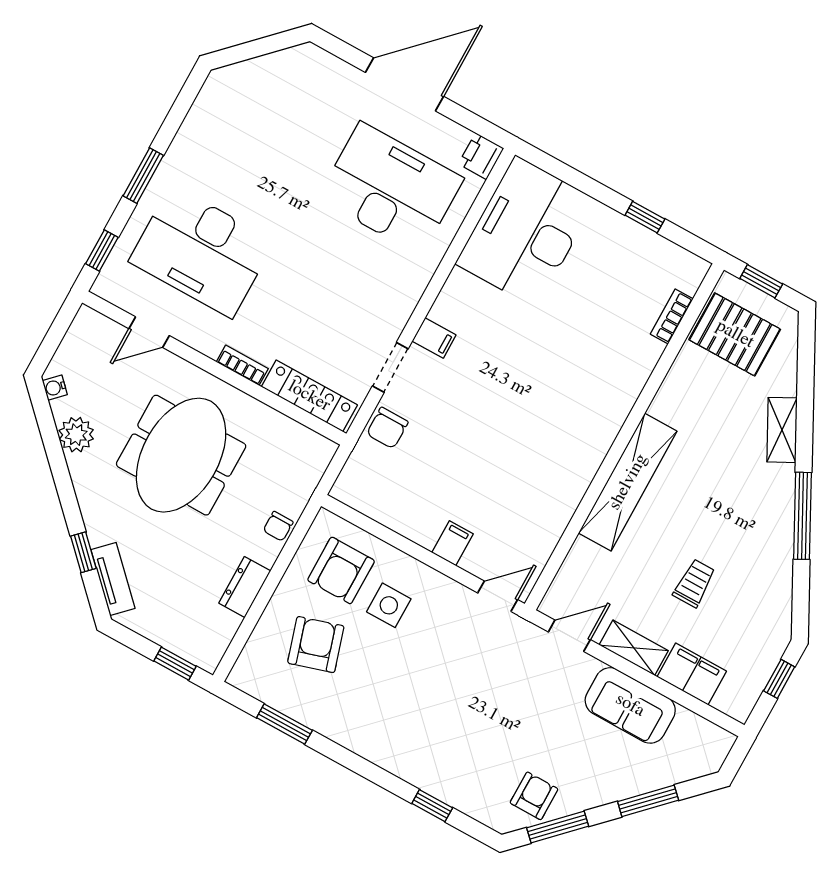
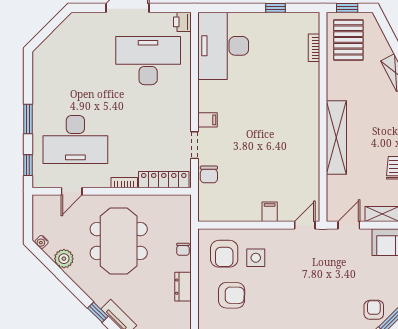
pallet: (735, 334) -> (348, 40), turned 90
armchair: (316, 645) -> (232, 295), turned 108

